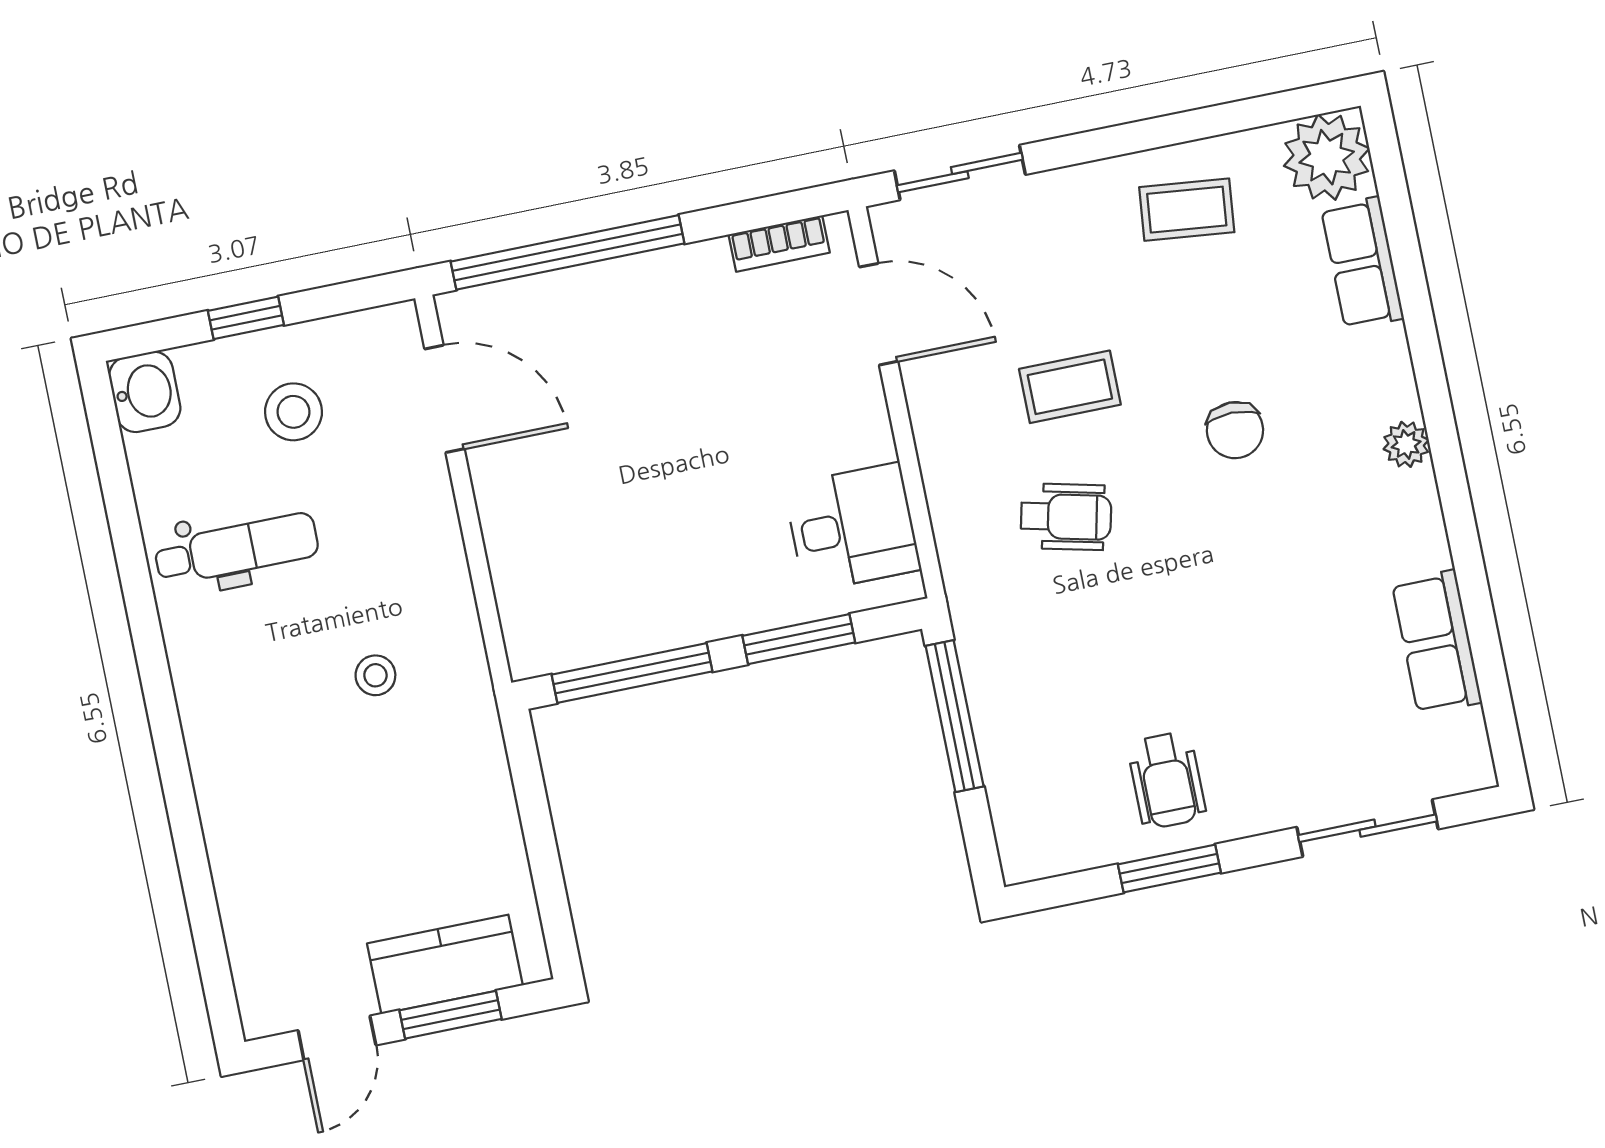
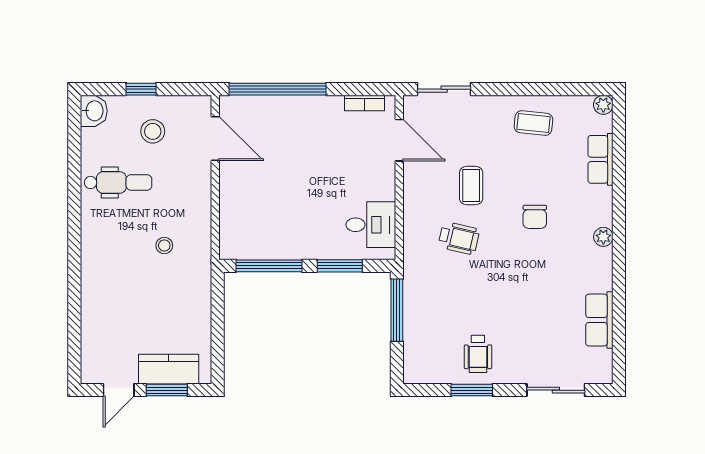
plant: (1327, 157) -> (603, 105), width x0.53, depth x0.53
coffee table: (1070, 387) -> (471, 186), turned 90

